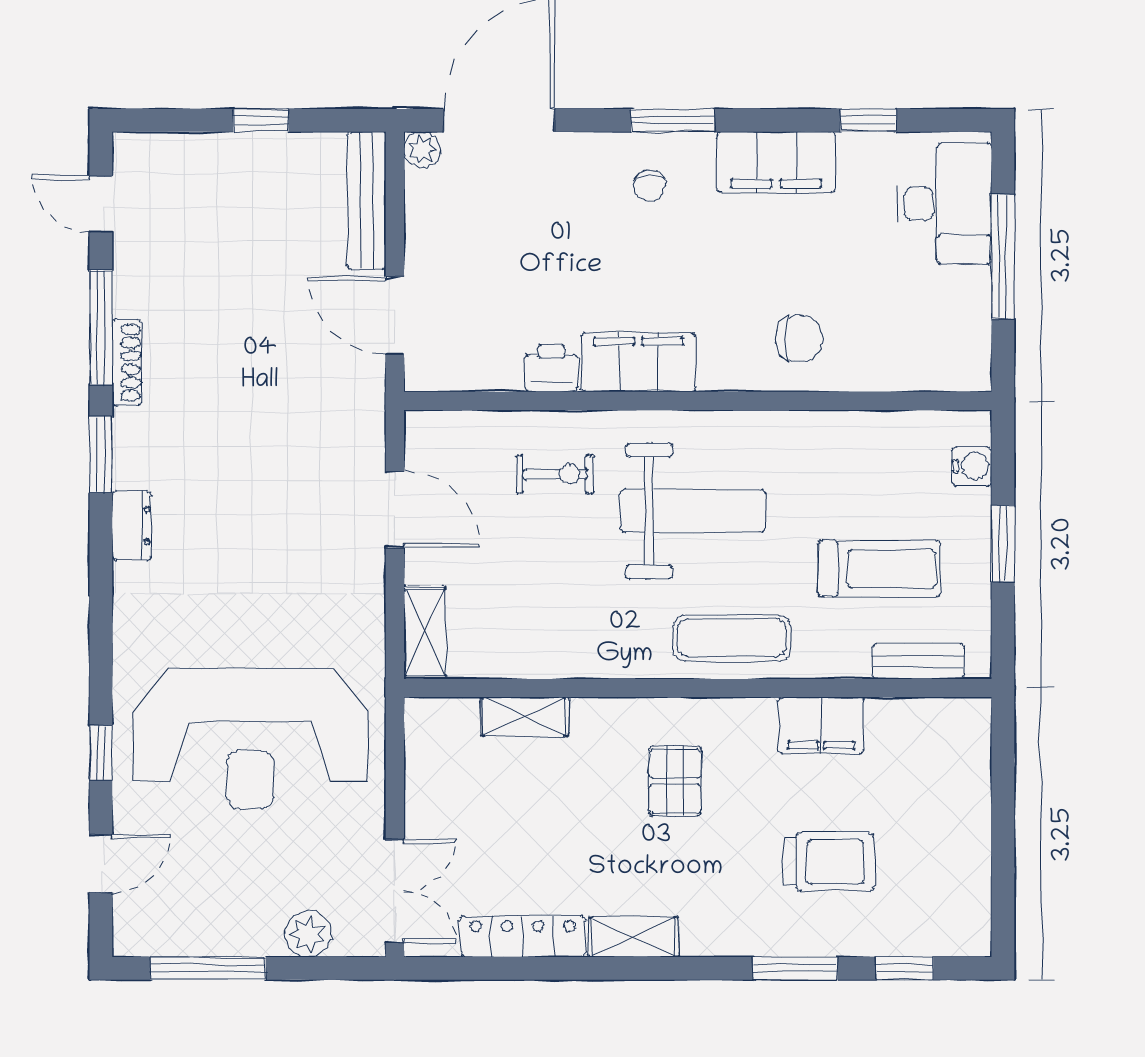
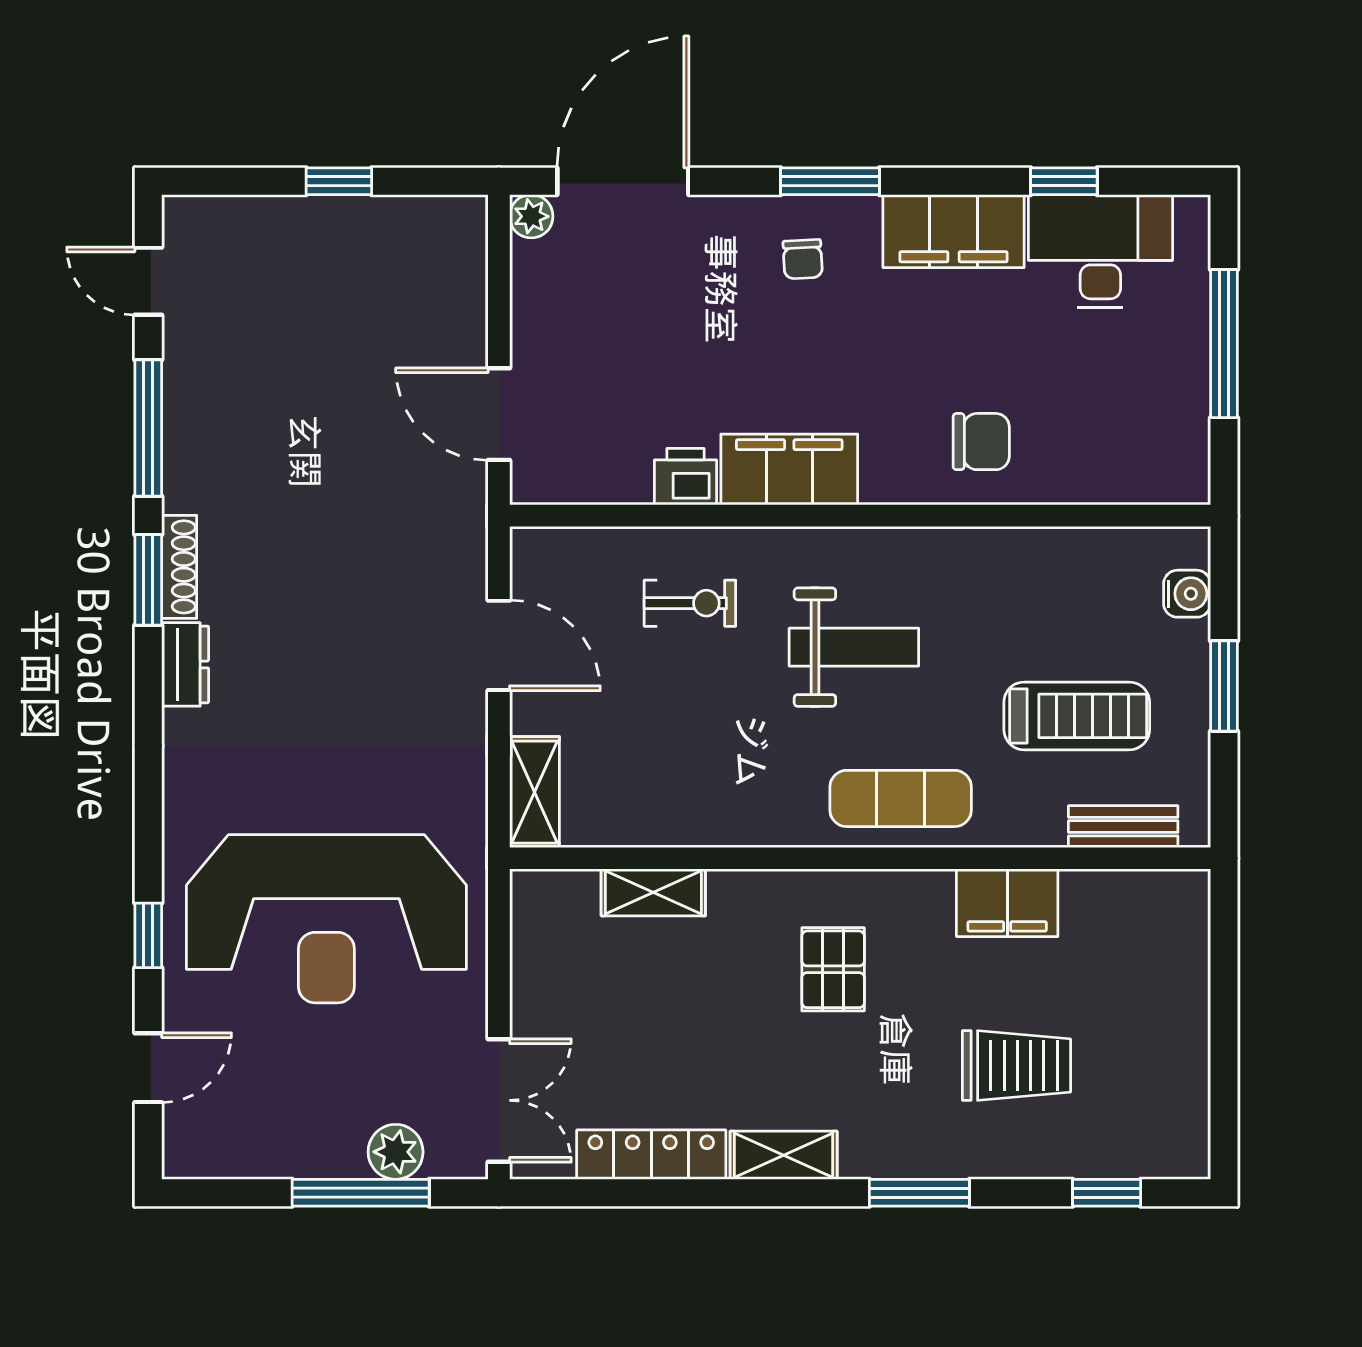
bench: (367, 200) -> (465, 277), removed
desk: (944, 203) -> (1100, 251), moved, turned -90
shoe rack: (127, 363) -> (179, 567), moved
weight bench: (693, 511) -> (854, 647), width x0.73, depth x0.75
window: (208, 968) -> (361, 1193), moved
window: (795, 968) -> (919, 1193), moved

